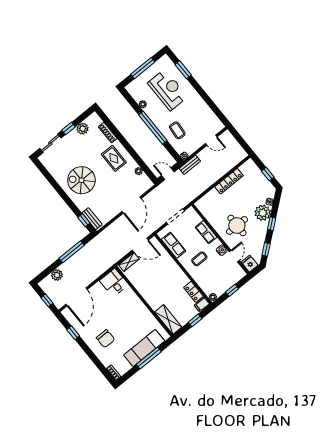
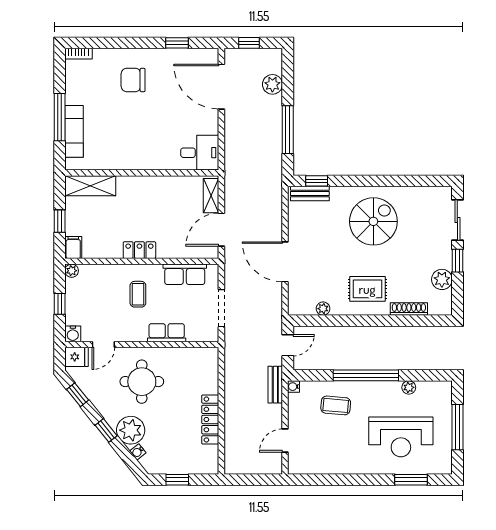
water cooler: (222, 250) -> (73, 334), moved
door: (234, 256) -> (103, 344), hinge flipped
locker: (193, 292) -> (139, 250), moved
exam couch: (144, 348) -> (74, 131), width x0.73, depth x0.69

